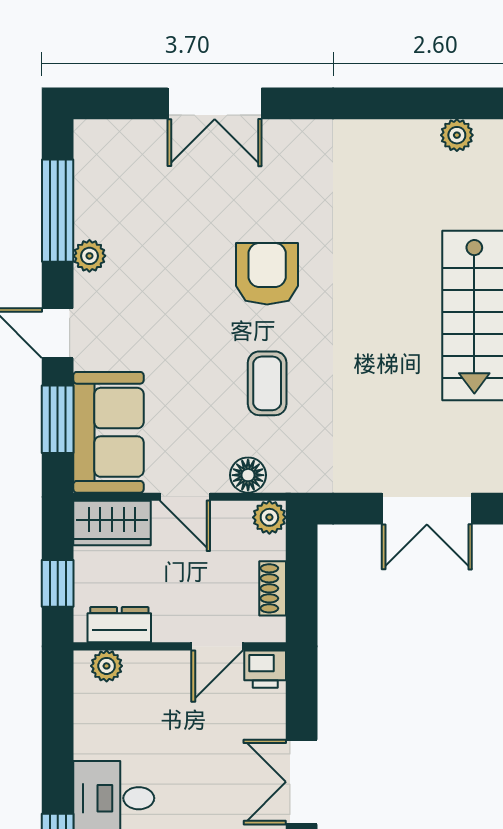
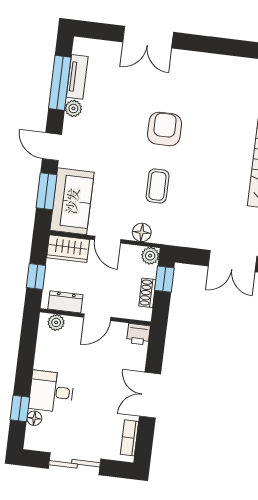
tv unit: (89, 195) -> (77, 77), added
window: (302, 558) -> (164, 279), added
door: (217, 646) -> (97, 317), moved

